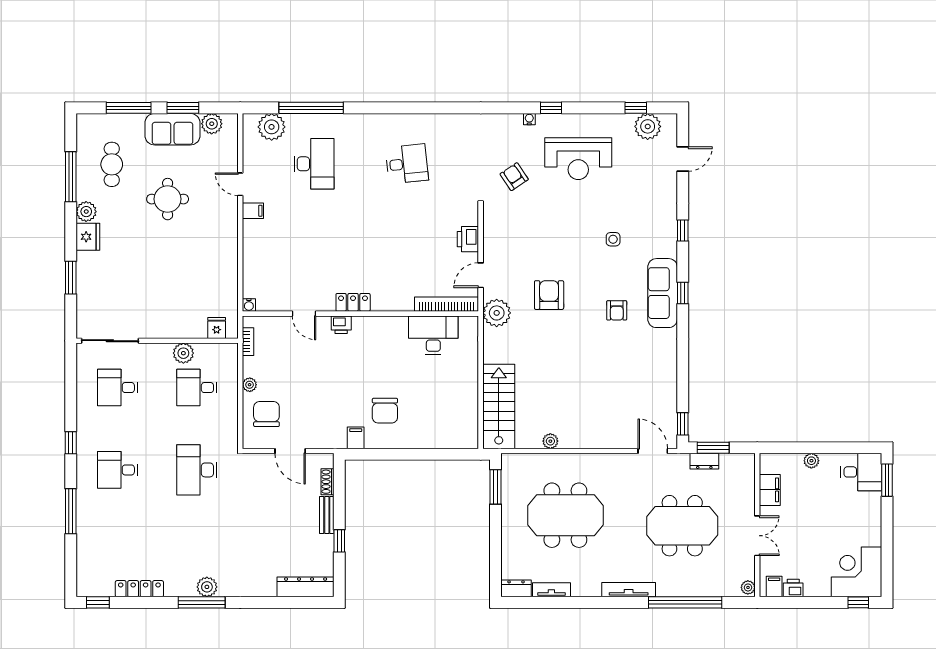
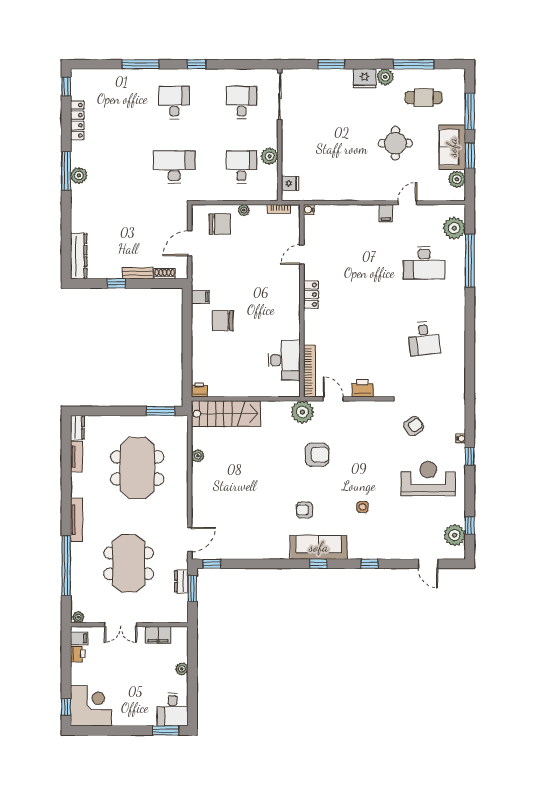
reception desk: (578, 159) -> (428, 478), turned 90
printer: (341, 325) -> (200, 390), moved, turned 90

